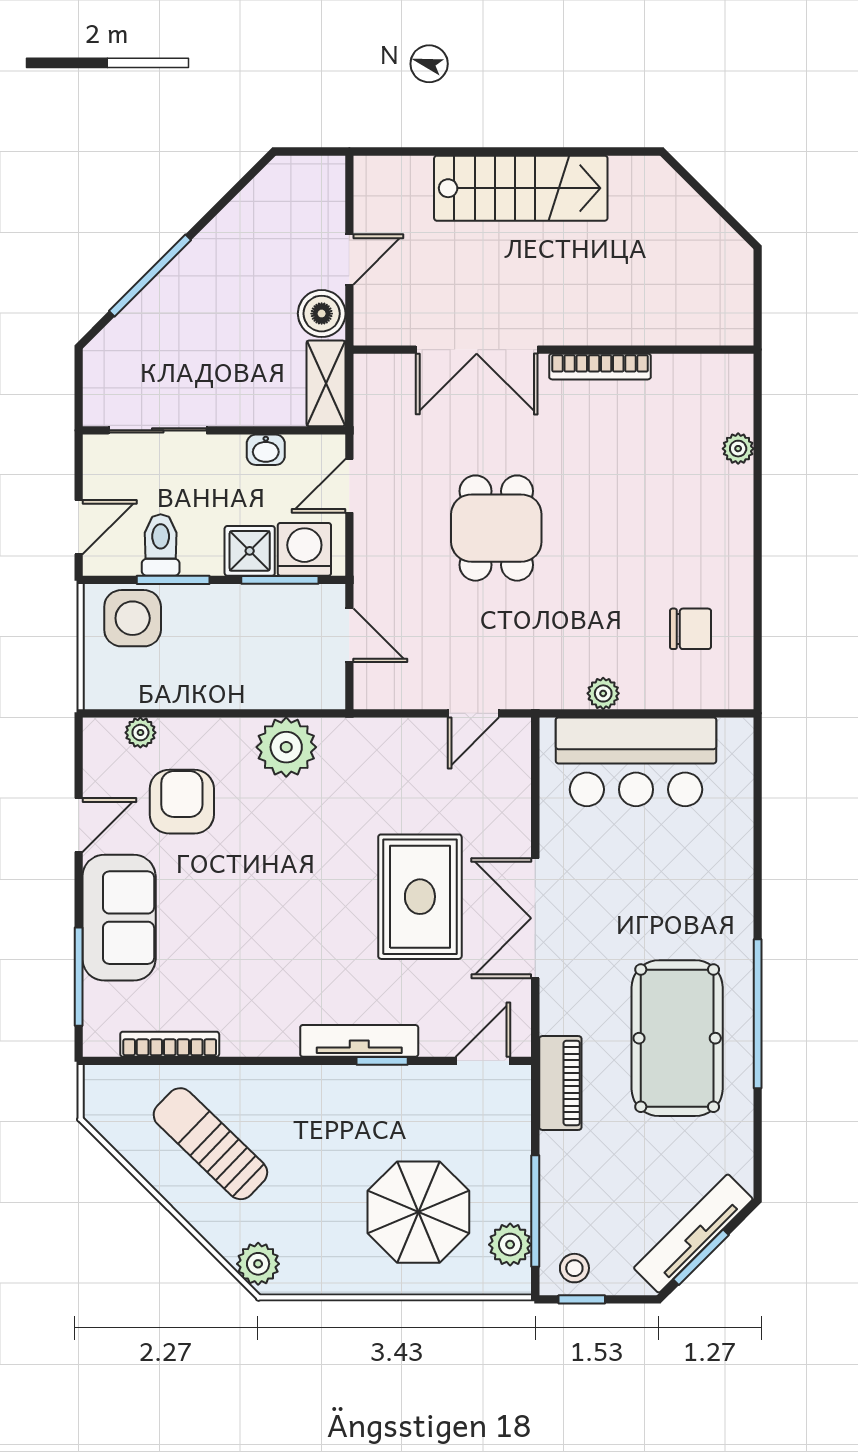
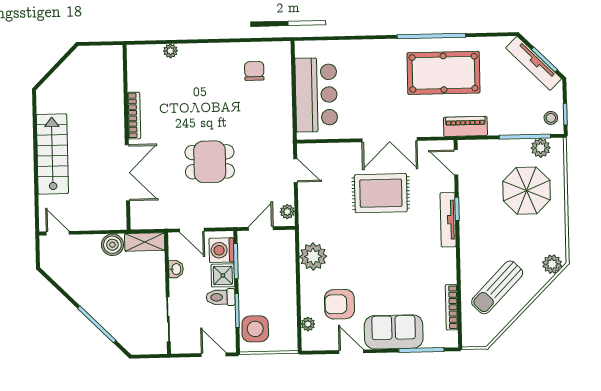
door: (349, 260) -> (58, 233), moved
toilet: (161, 545) -> (221, 297), moved
plant: (603, 693) -> (287, 212), moved

